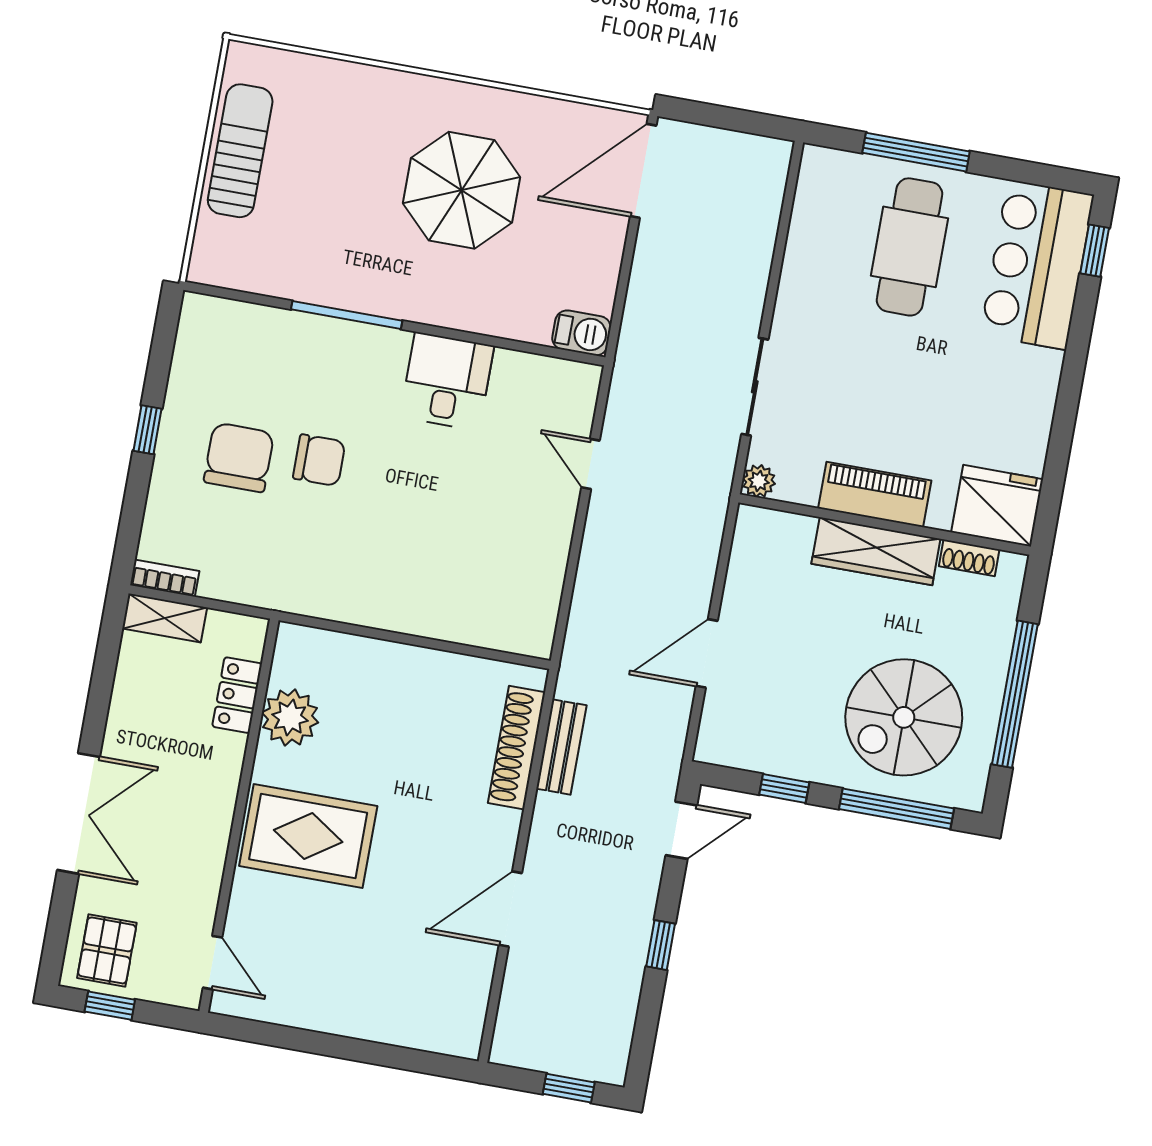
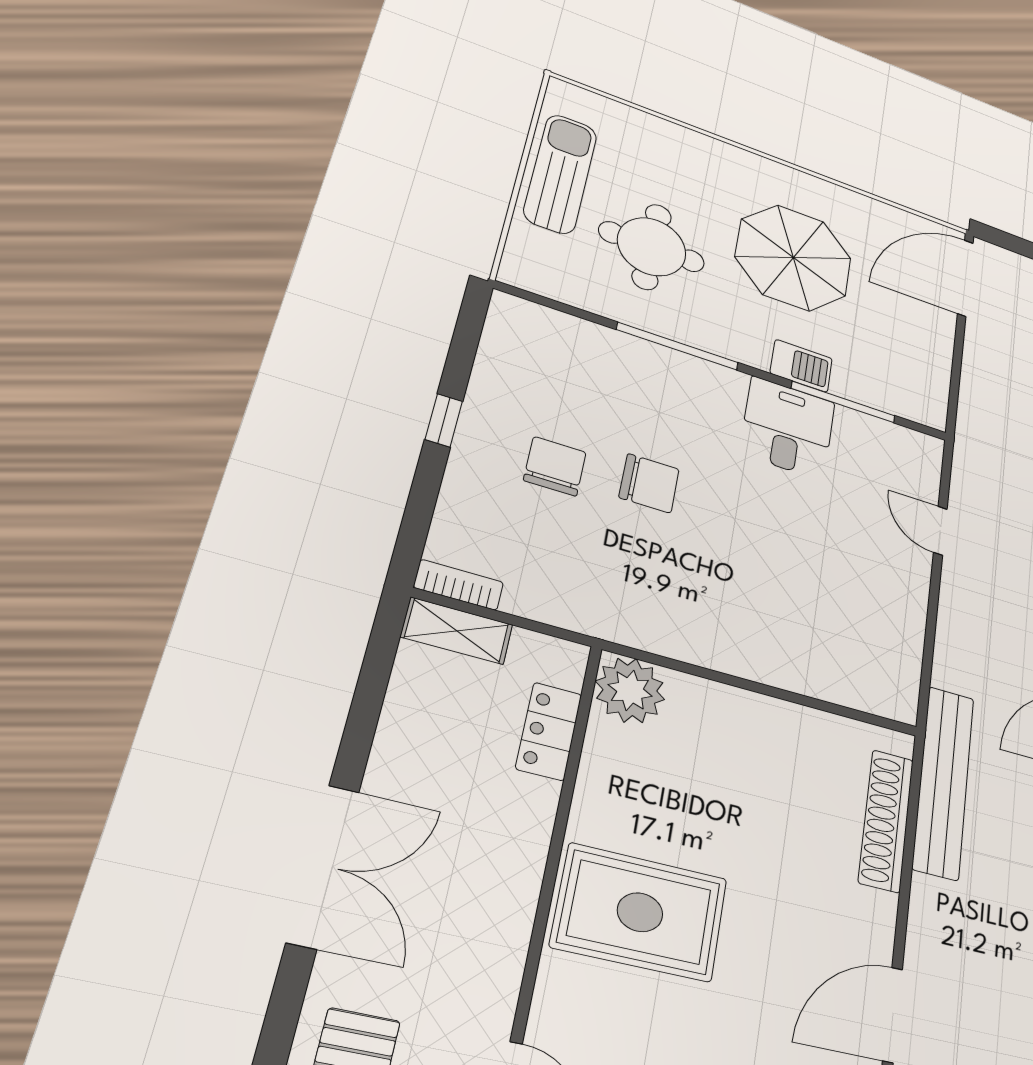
round table: (324, 211) -> (652, 247), added
barbecue: (581, 333) -> (801, 366), moved
window: (503, 343) -> (843, 402), added
chair: (239, 457) -> (555, 466), width x0.73, depth x0.73
plant: (290, 718) -> (630, 690), moved
bench: (561, 747) -> (943, 782), width x1.86, depth x1.21

